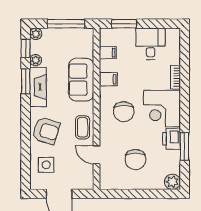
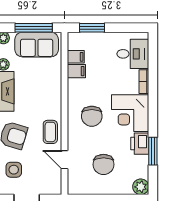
desk: (151, 44) -> (133, 54), moved, turned 90
filing cabinet: (108, 79) -> (76, 71), moved
sofa: (81, 80) -> (37, 45), moved, turned -90

